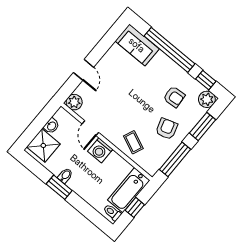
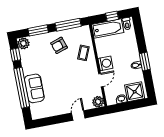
sofa: (137, 45) -> (34, 88), moved
armchair: (174, 97) -> (40, 60), removed

